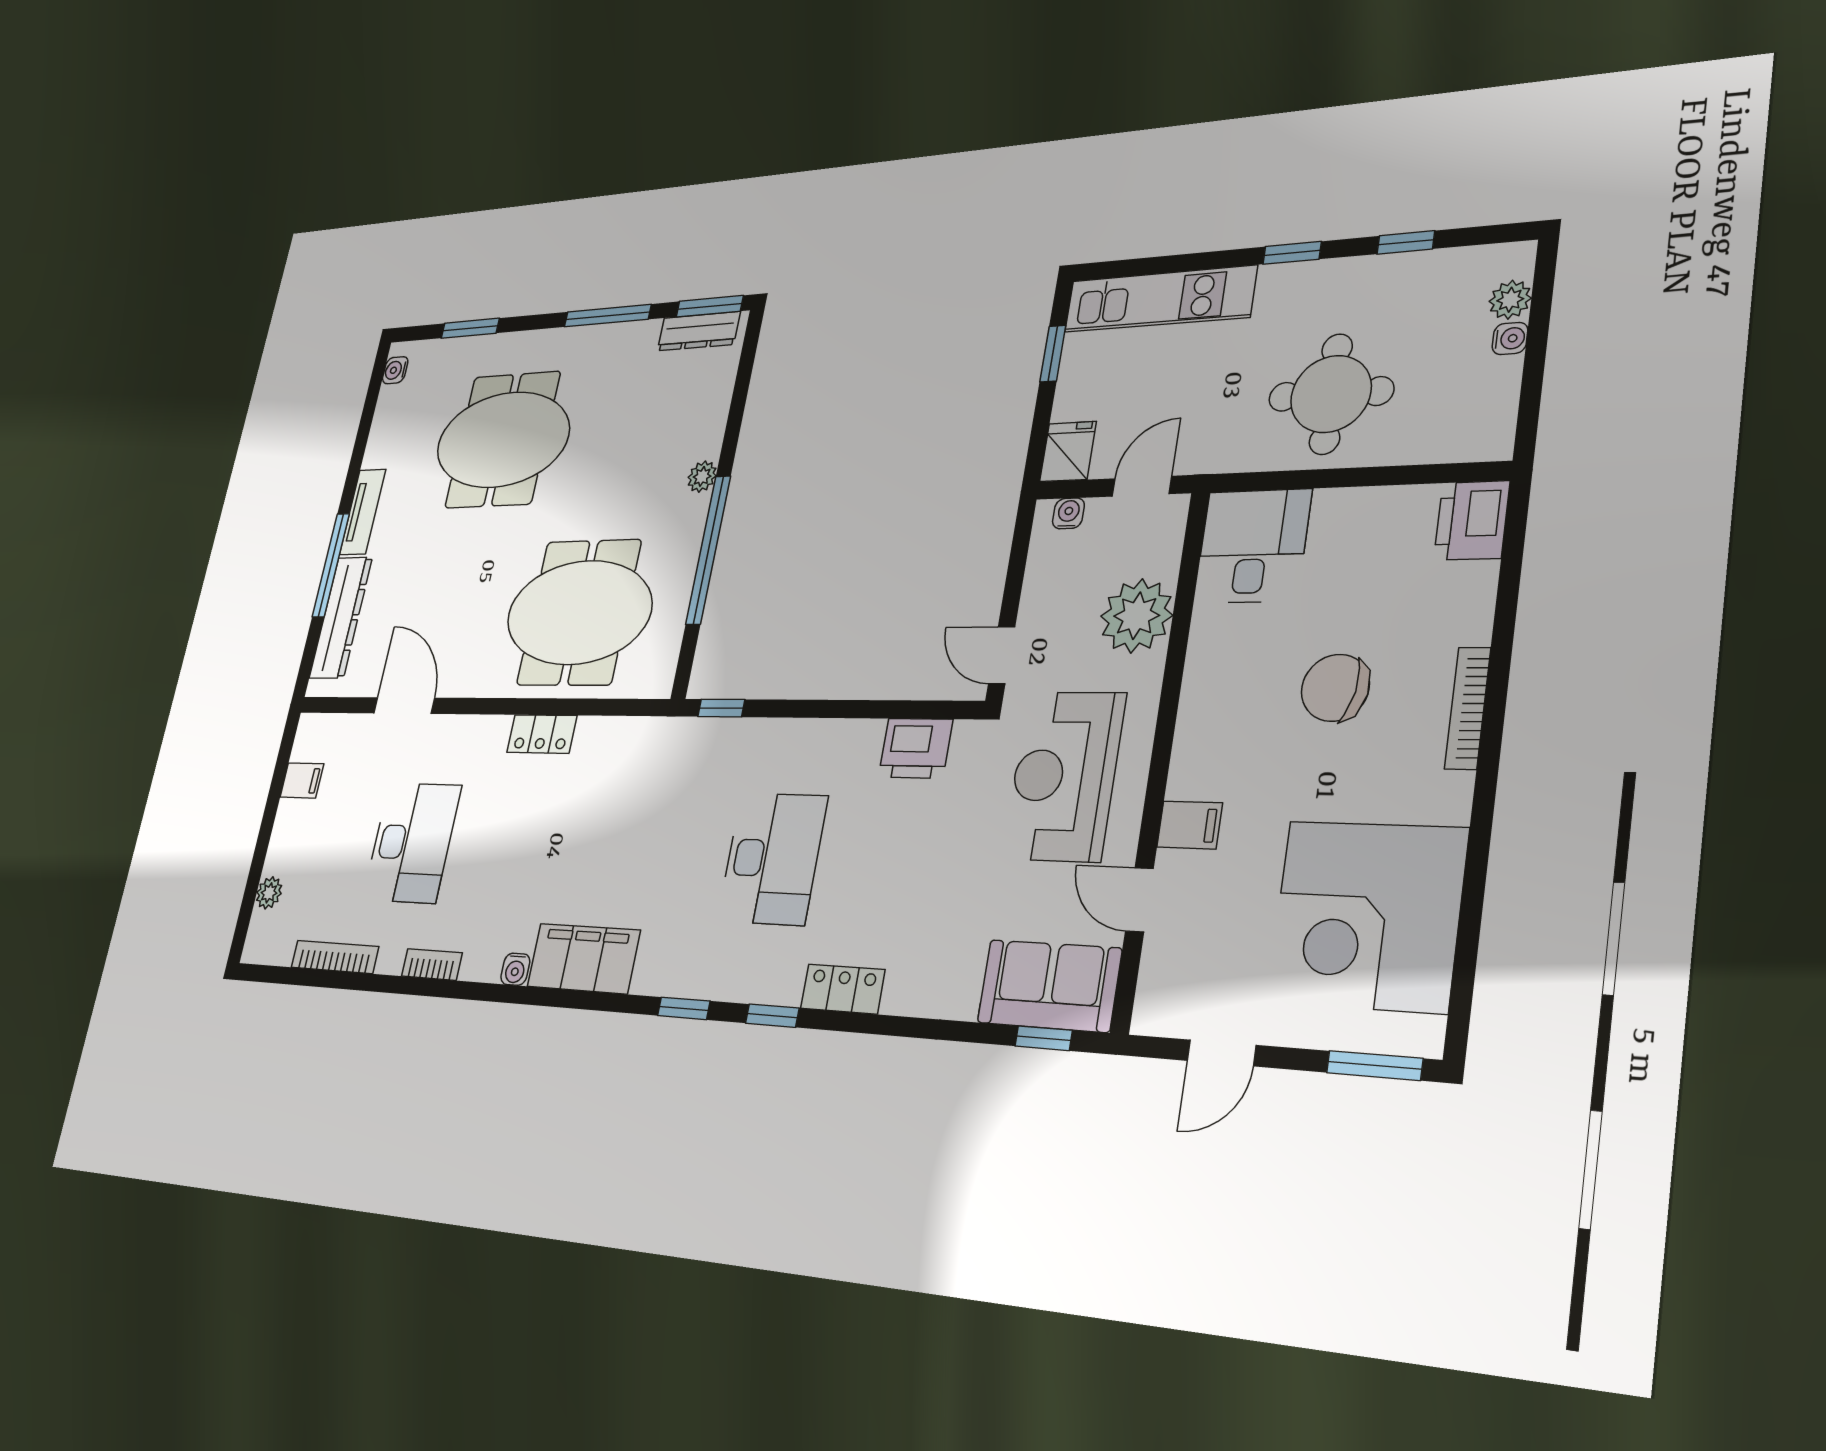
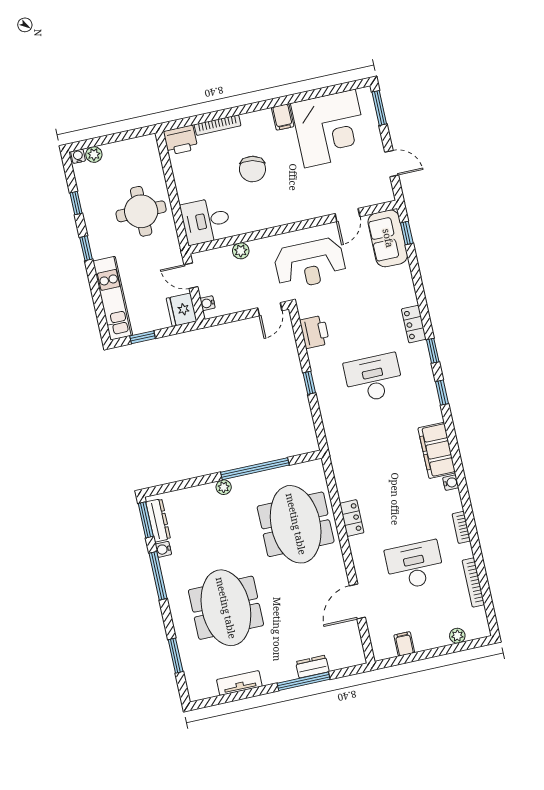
water cooler: (1510, 338) -> (78, 156), moved
water cooler: (395, 370) -> (163, 549), moved, turned 90
fridge: (1068, 452) -> (181, 310), width x1.38
tv unit: (363, 512) -> (239, 683), moved
plant: (1137, 616) -> (241, 251), width x0.53, depth x0.53
dresser: (341, 617) -> (312, 667), width x0.51, depth x0.80
window: (721, 708) -> (309, 383), moved
bookcase: (1468, 708) -> (218, 125), moved
filing cabinet: (1190, 825) -> (283, 117), moved, turned 180

